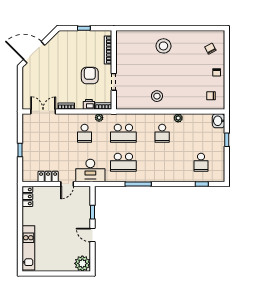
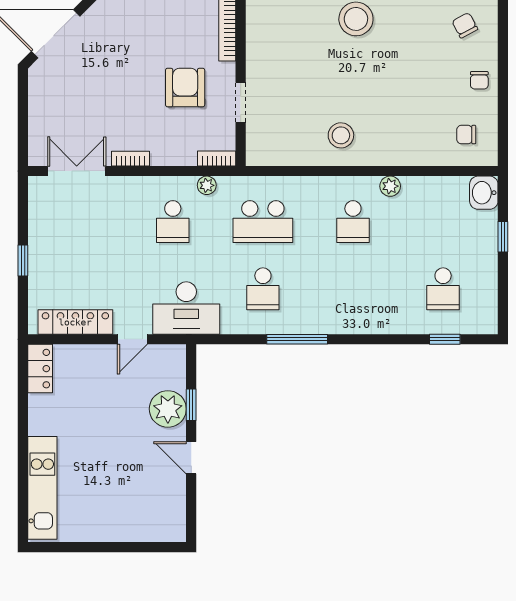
printer: (89, 104) -> (183, 154), removed
school desk: (123, 162) -> (263, 289), width x0.54
locker: (48, 176) -> (75, 322), width x1.53
plant: (82, 263) -> (168, 409), moved

